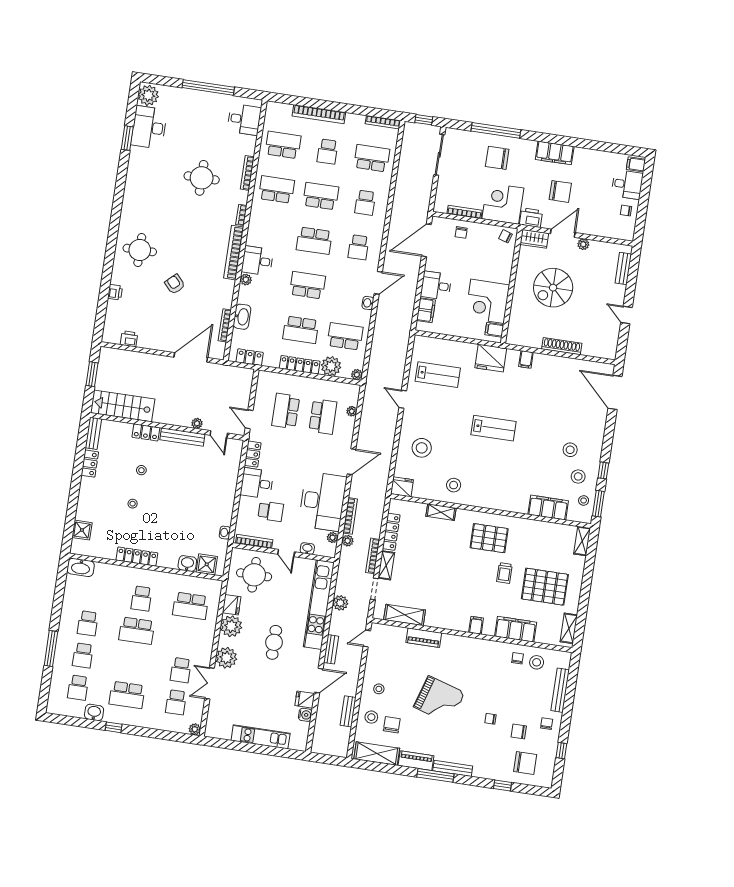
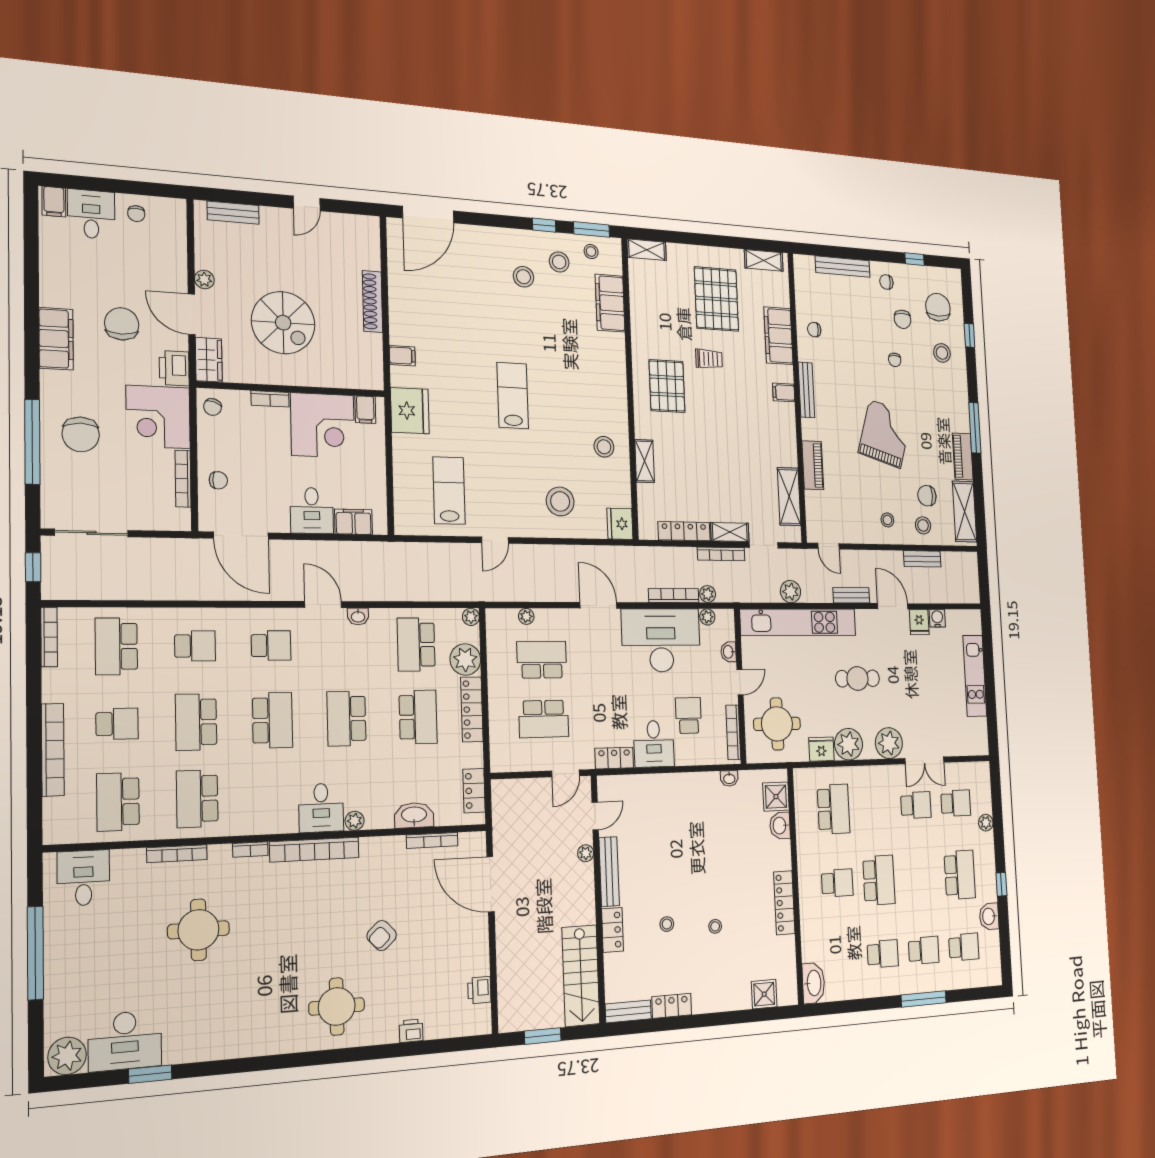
bookcase: (507, 272) -> (270, 399), added
stool: (537, 662) -> (942, 353), moved
plant: (195, 729) -> (986, 823), moved
bench: (453, 768) -> (806, 390), moved

